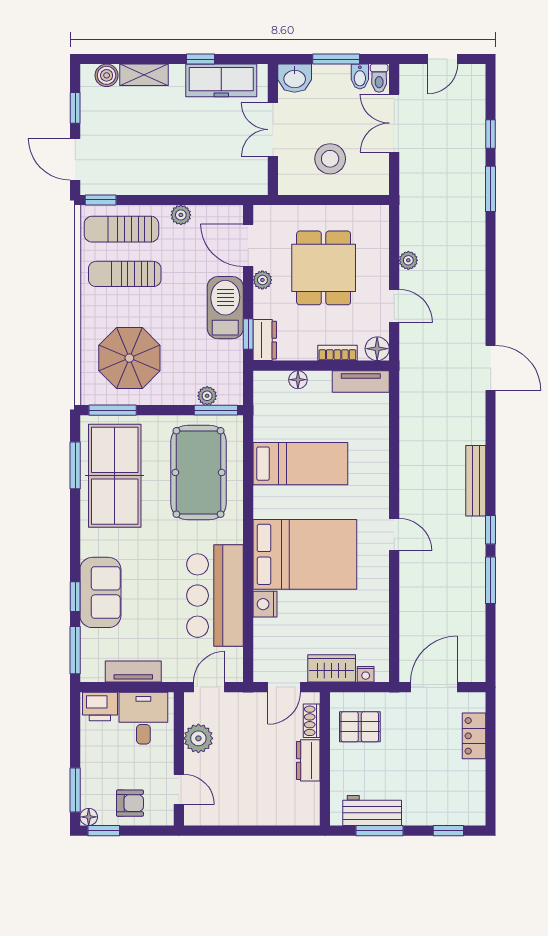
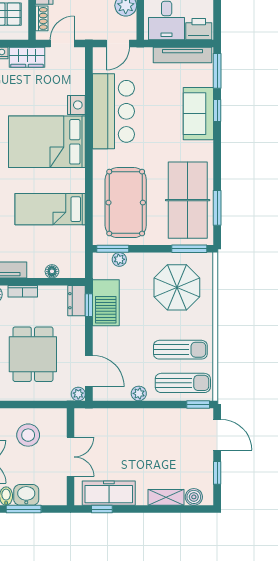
window: (201, 59) -> (102, 509), moved
washbasin: (295, 78) -> (26, 495), moved
plant: (262, 280) -> (78, 394), moved
barbecue: (225, 308) -> (106, 303), moved
tv unit: (133, 672) -> (183, 55), width x1.41

